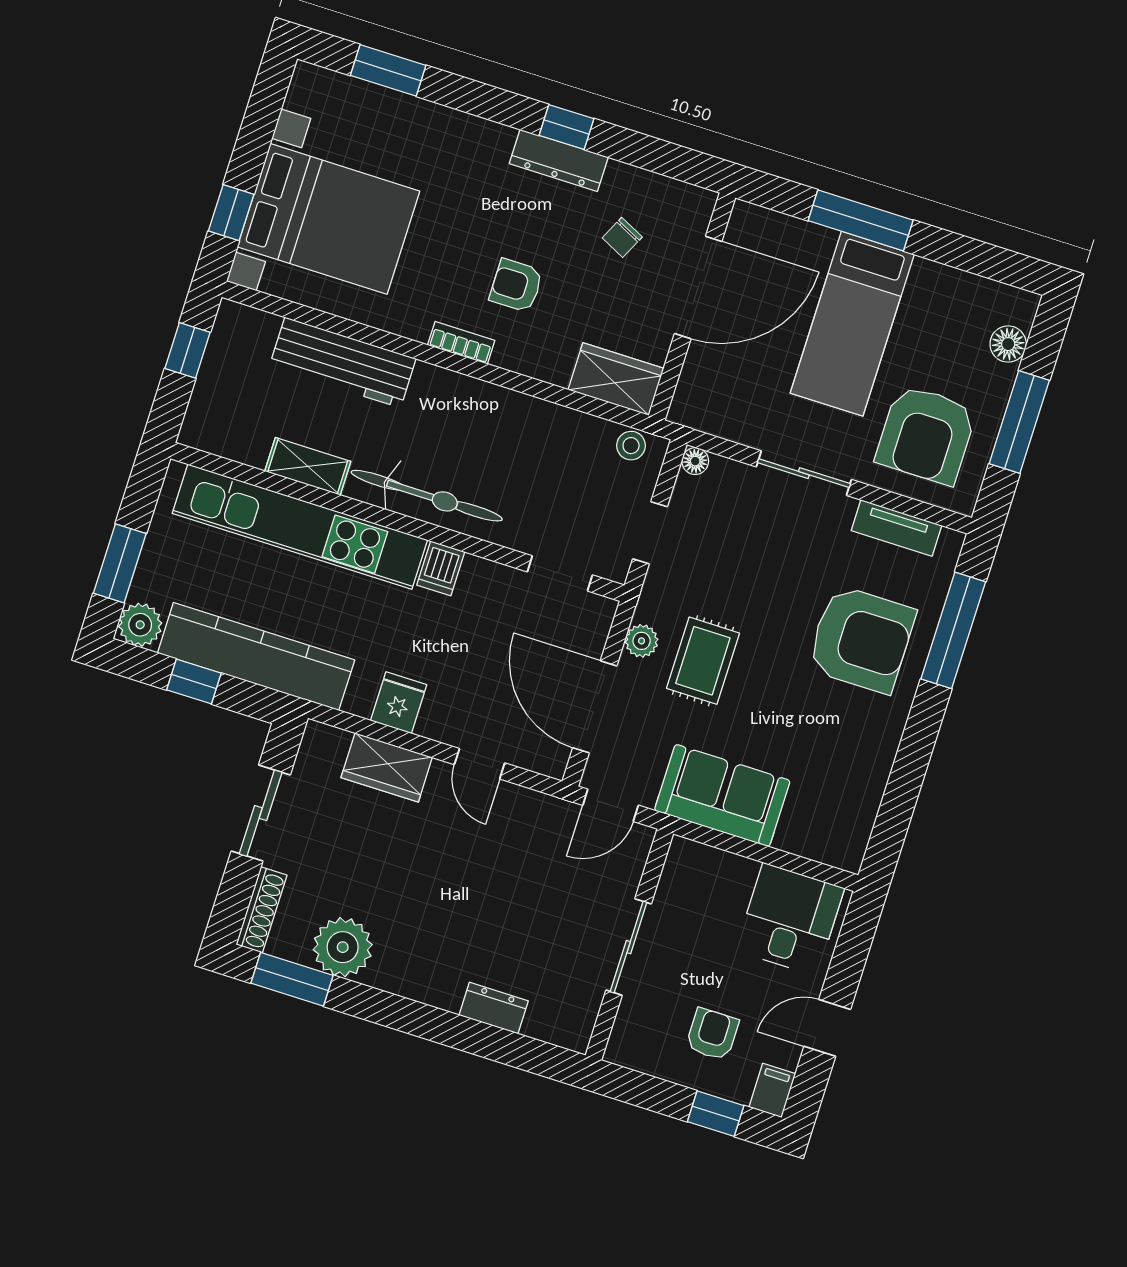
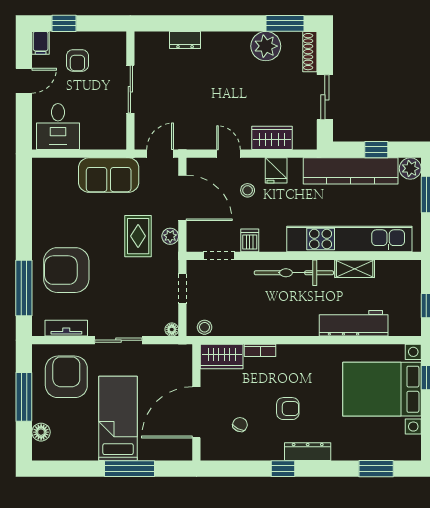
dresser: (559, 160) -> (308, 452), moved
armchair: (516, 285) -> (288, 409), moved
bookcase: (461, 343) -> (260, 350), moved
dishwasher: (441, 568) -> (250, 240), moved
stool: (465, 682) -> (248, 190), added

